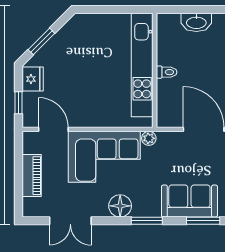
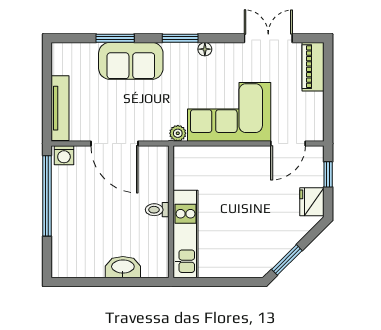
window: (41, 41) -> (287, 260), moved
kitchen unit: (142, 65) -> (186, 234), width x0.73
door: (53, 129) -> (288, 144), hinge flipped
piano: (32, 176) -> (313, 67), moved
floor lamp: (120, 206) -> (205, 49), width x0.53, depth x0.53

